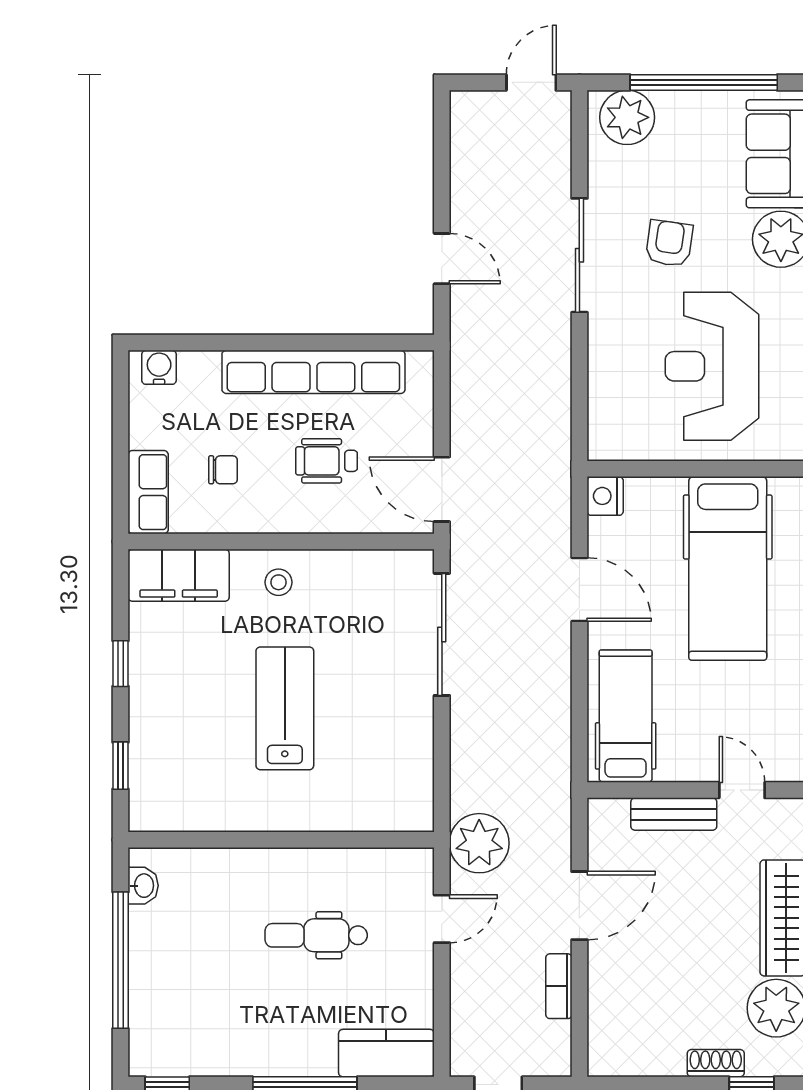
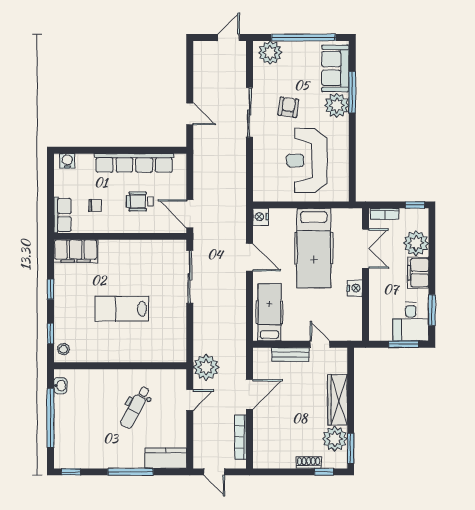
stool: (278, 582) -> (63, 349), moved
lab bench: (285, 708) -> (122, 309), turned -90
dental chair: (316, 935) -> (135, 407), turned -61
bookcase: (559, 986) -> (241, 437), width x1.56

